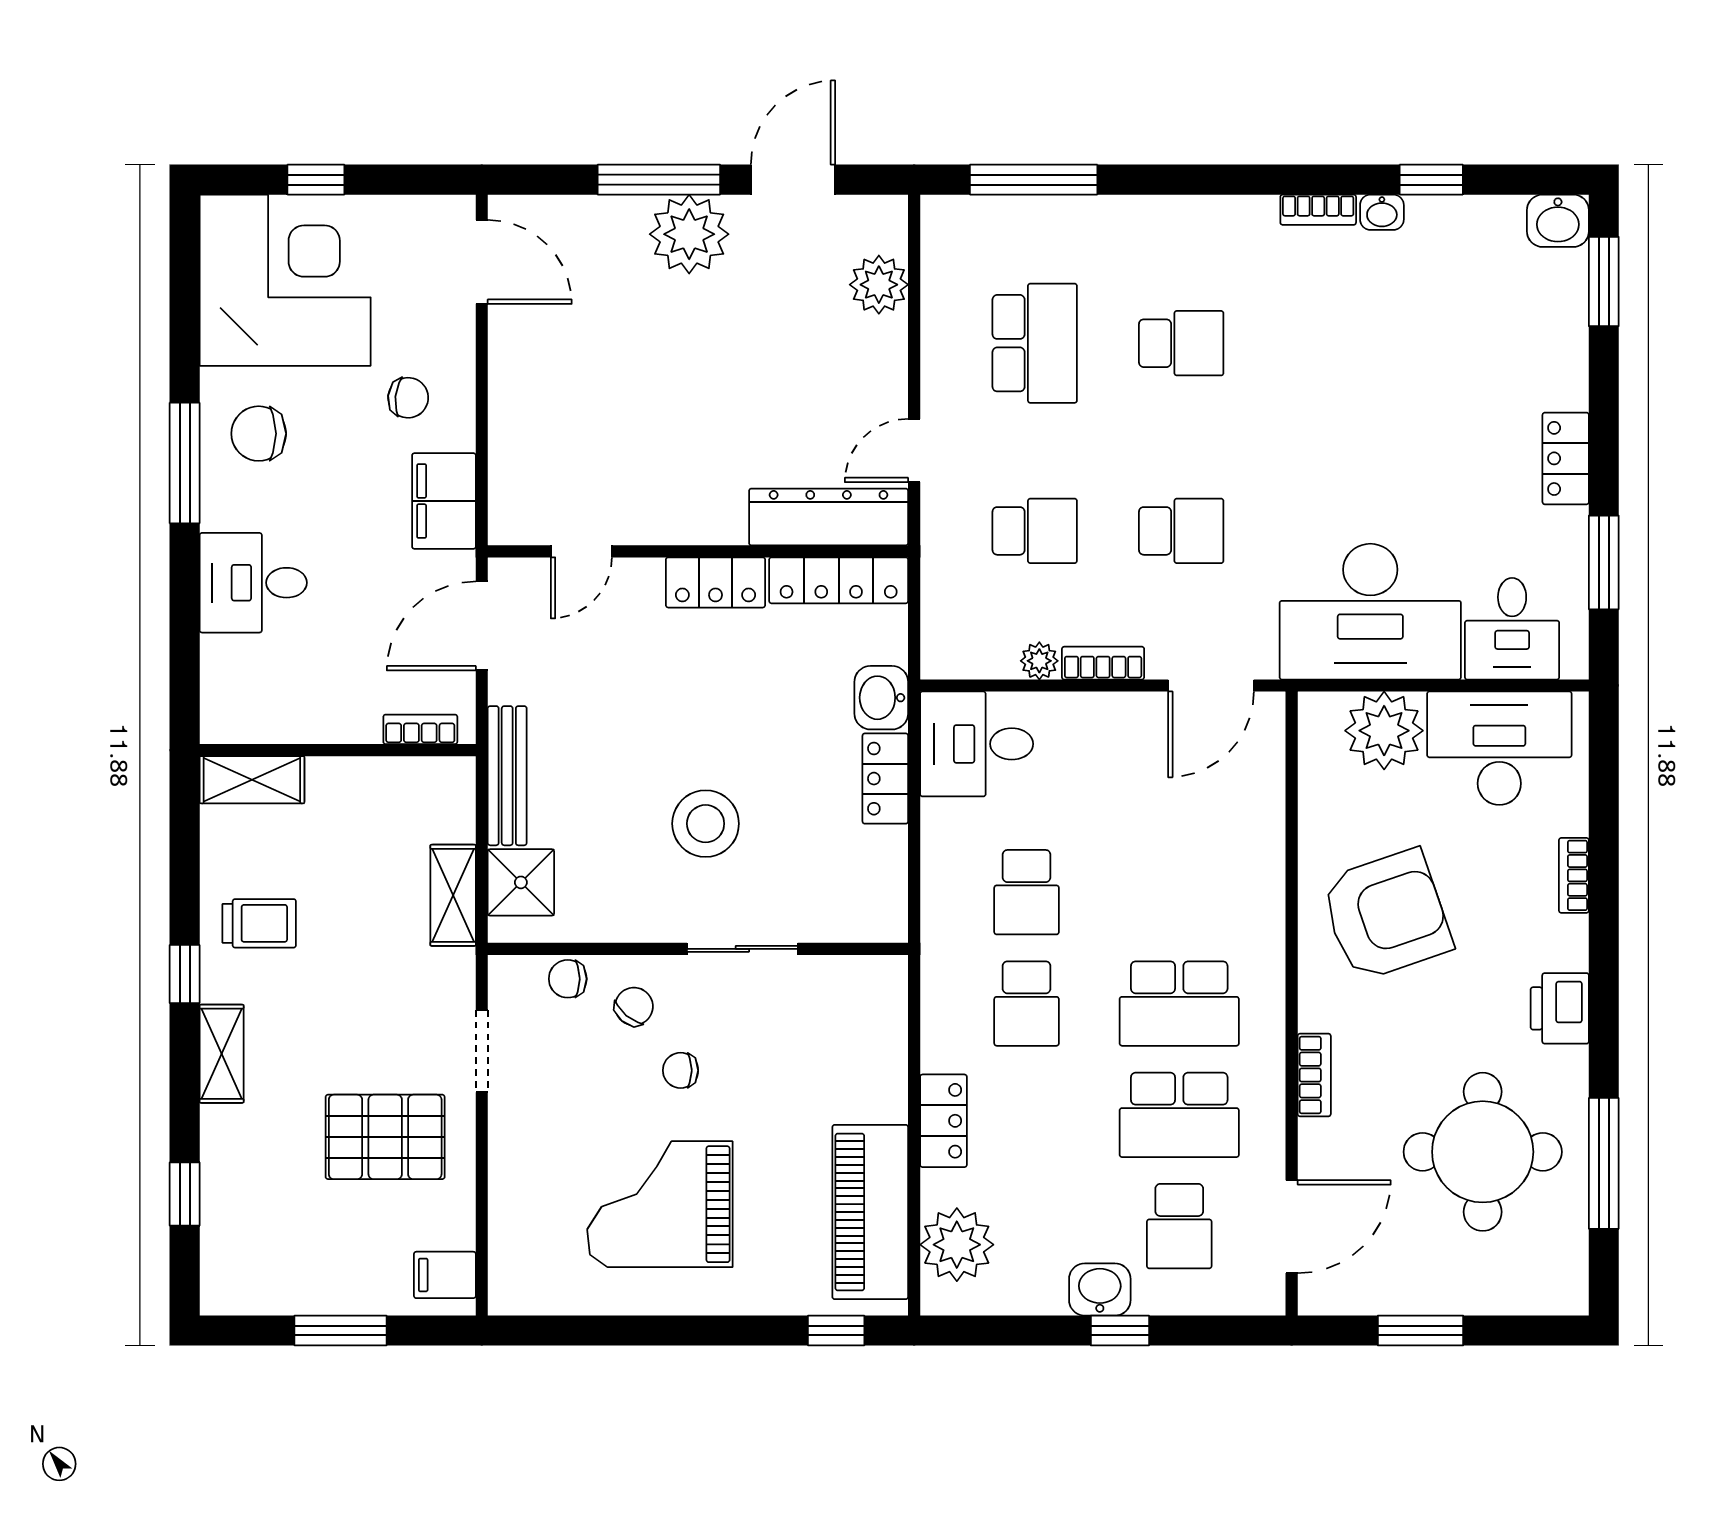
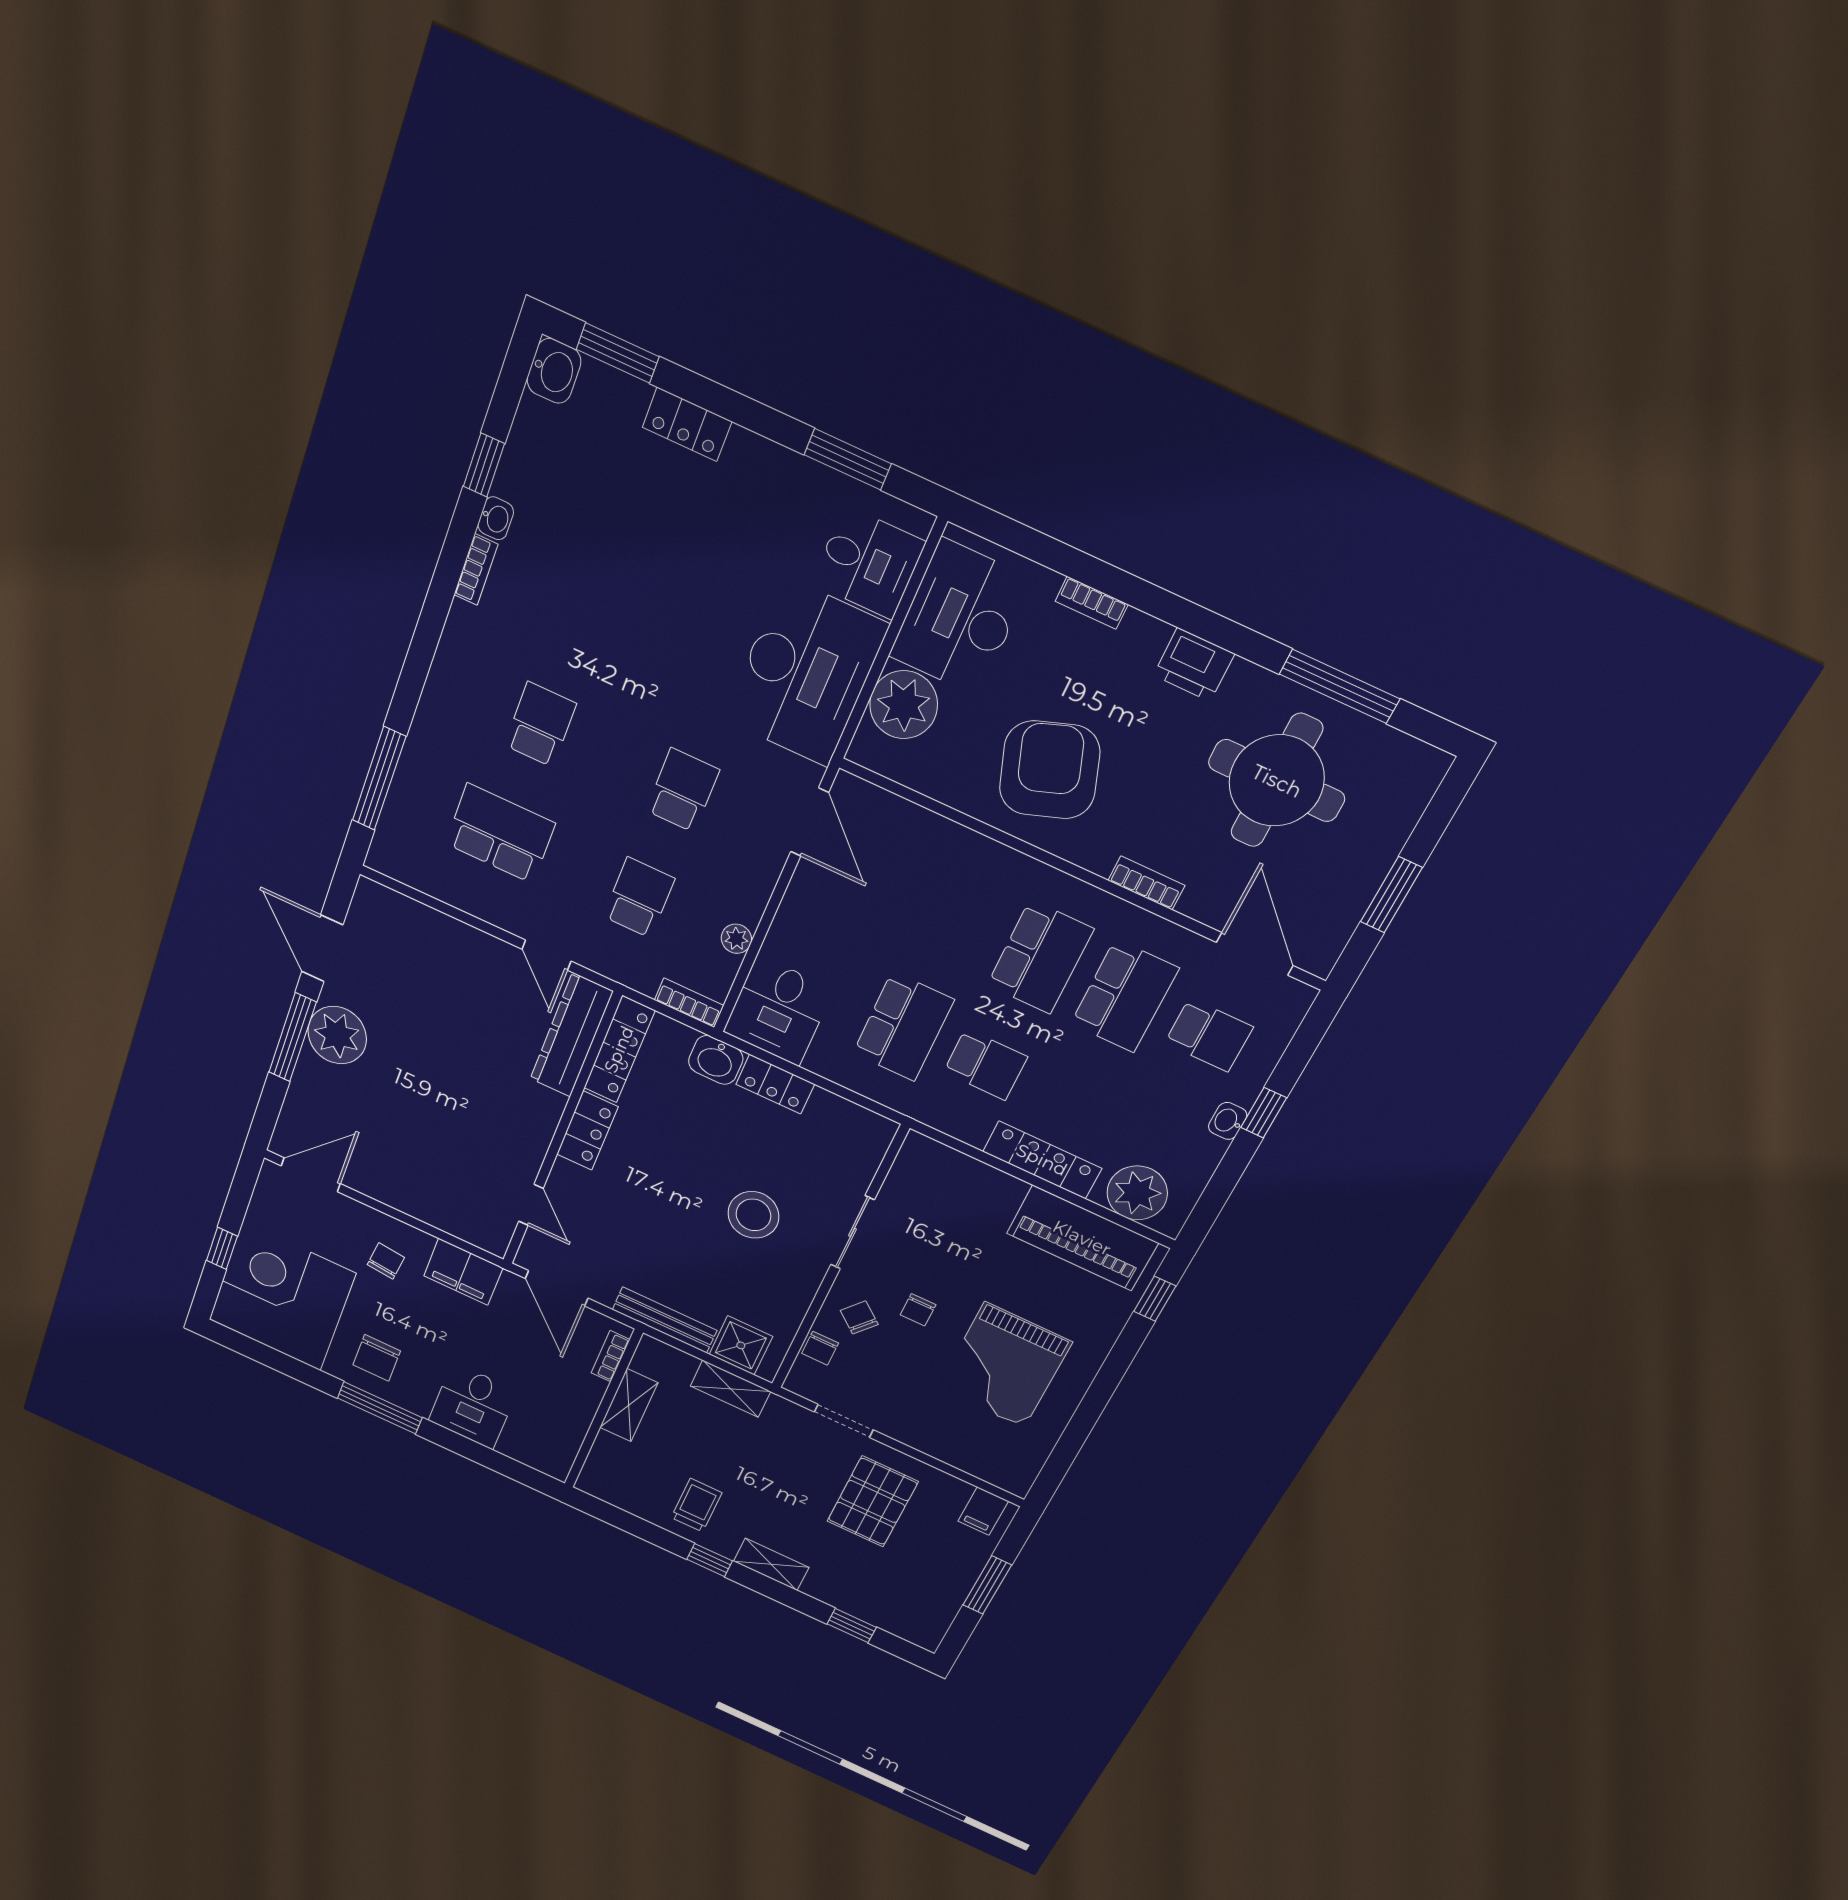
plant: (879, 285) -> (418, 924), removed
locker: (1566, 458) -> (687, 424), moved
bookcase: (1103, 663) -> (689, 1003), moved, turned 90
shelving: (252, 780) -> (629, 1405), moved
school desk: (1027, 892) -> (903, 1027), width x1.85
locker: (943, 1121) -> (1042, 1160), width x1.53
washbasin: (1100, 1290) -> (1228, 1121), width x0.72, depth x0.69

